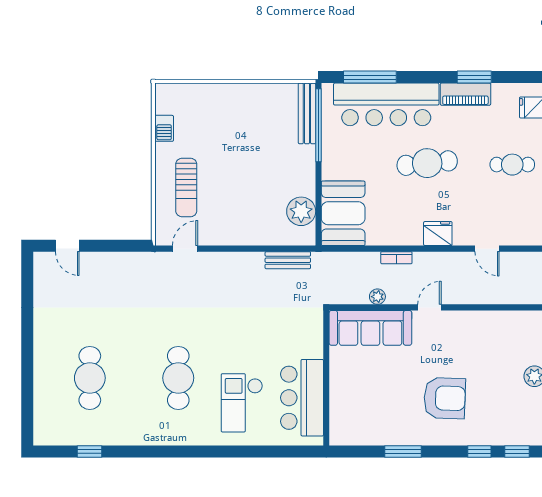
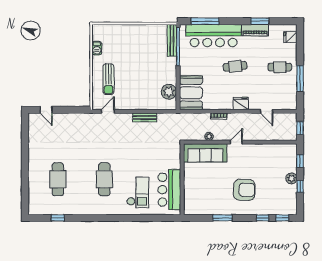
cafe table: (427, 163) -> (235, 66), width x0.73, depth x0.74
bench: (288, 260) -> (145, 117), moved
checkout: (242, 403) -> (138, 192), turned 180

